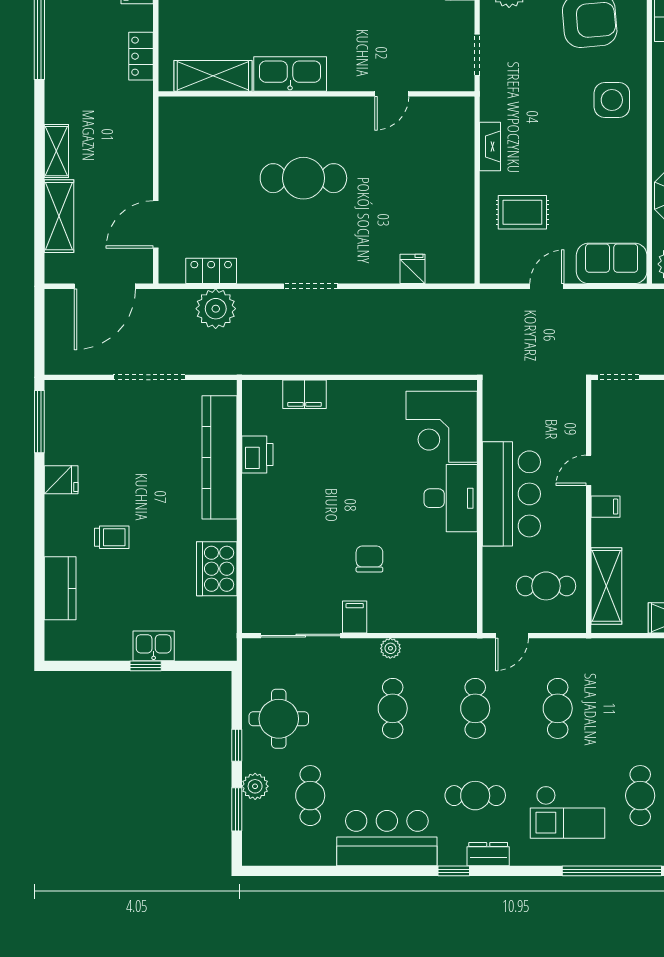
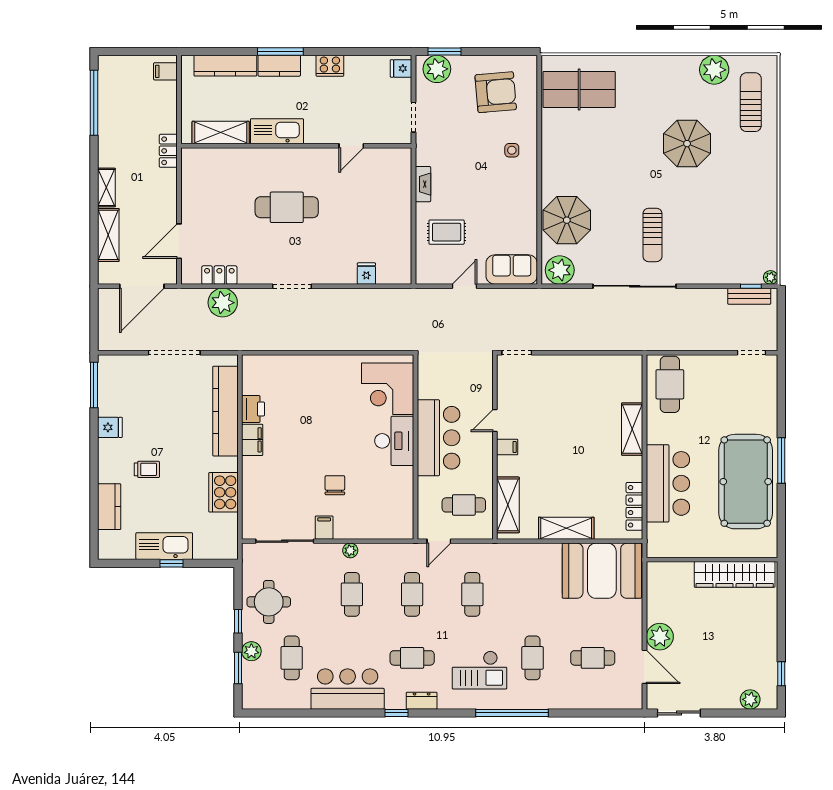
locker: (141, 56) -> (168, 151), moved
side table: (612, 100) -> (512, 150), width x0.54, depth x0.54
filing cabinet: (305, 394) -> (252, 440), moved, turned -90
kitchen sink: (154, 646) -> (164, 546), width x1.88, depth x1.24

